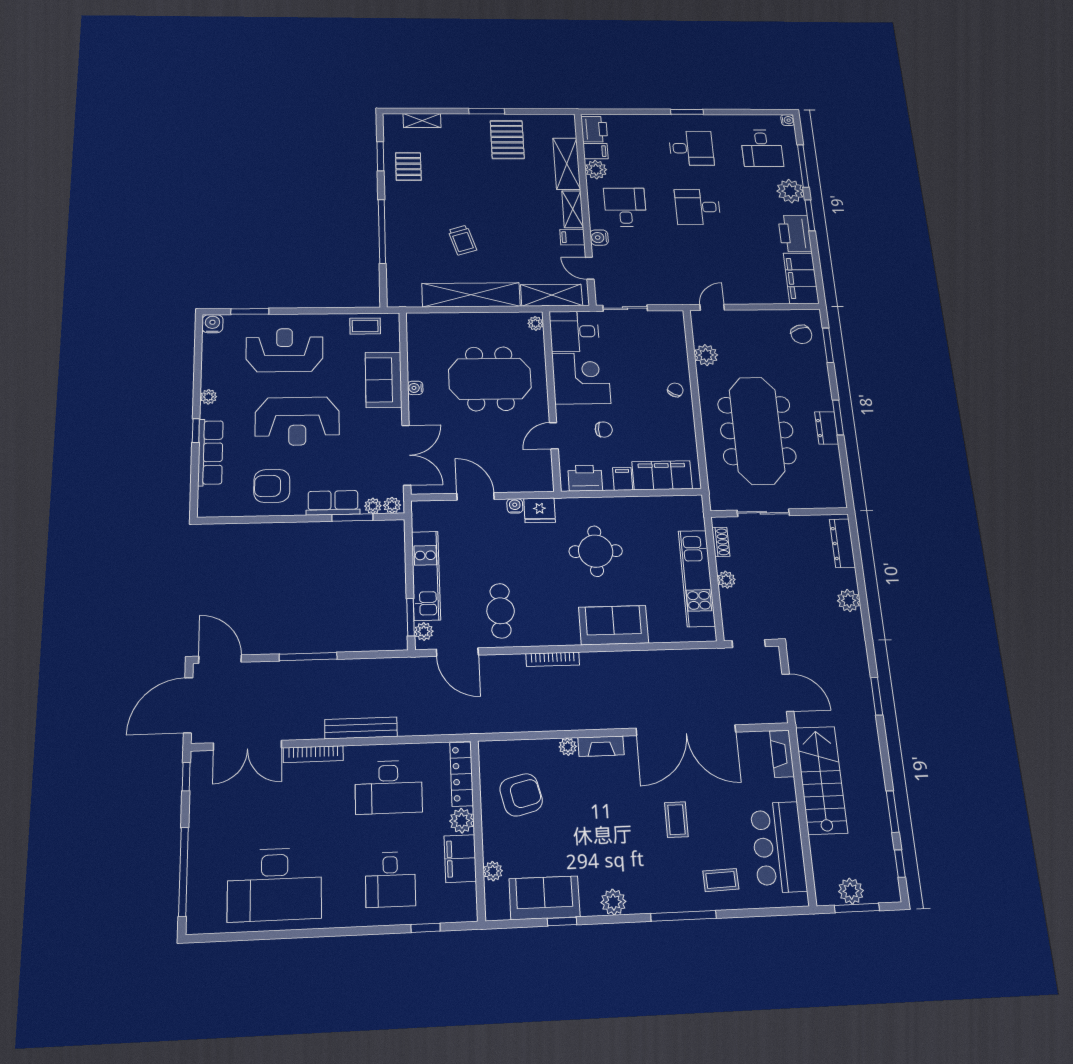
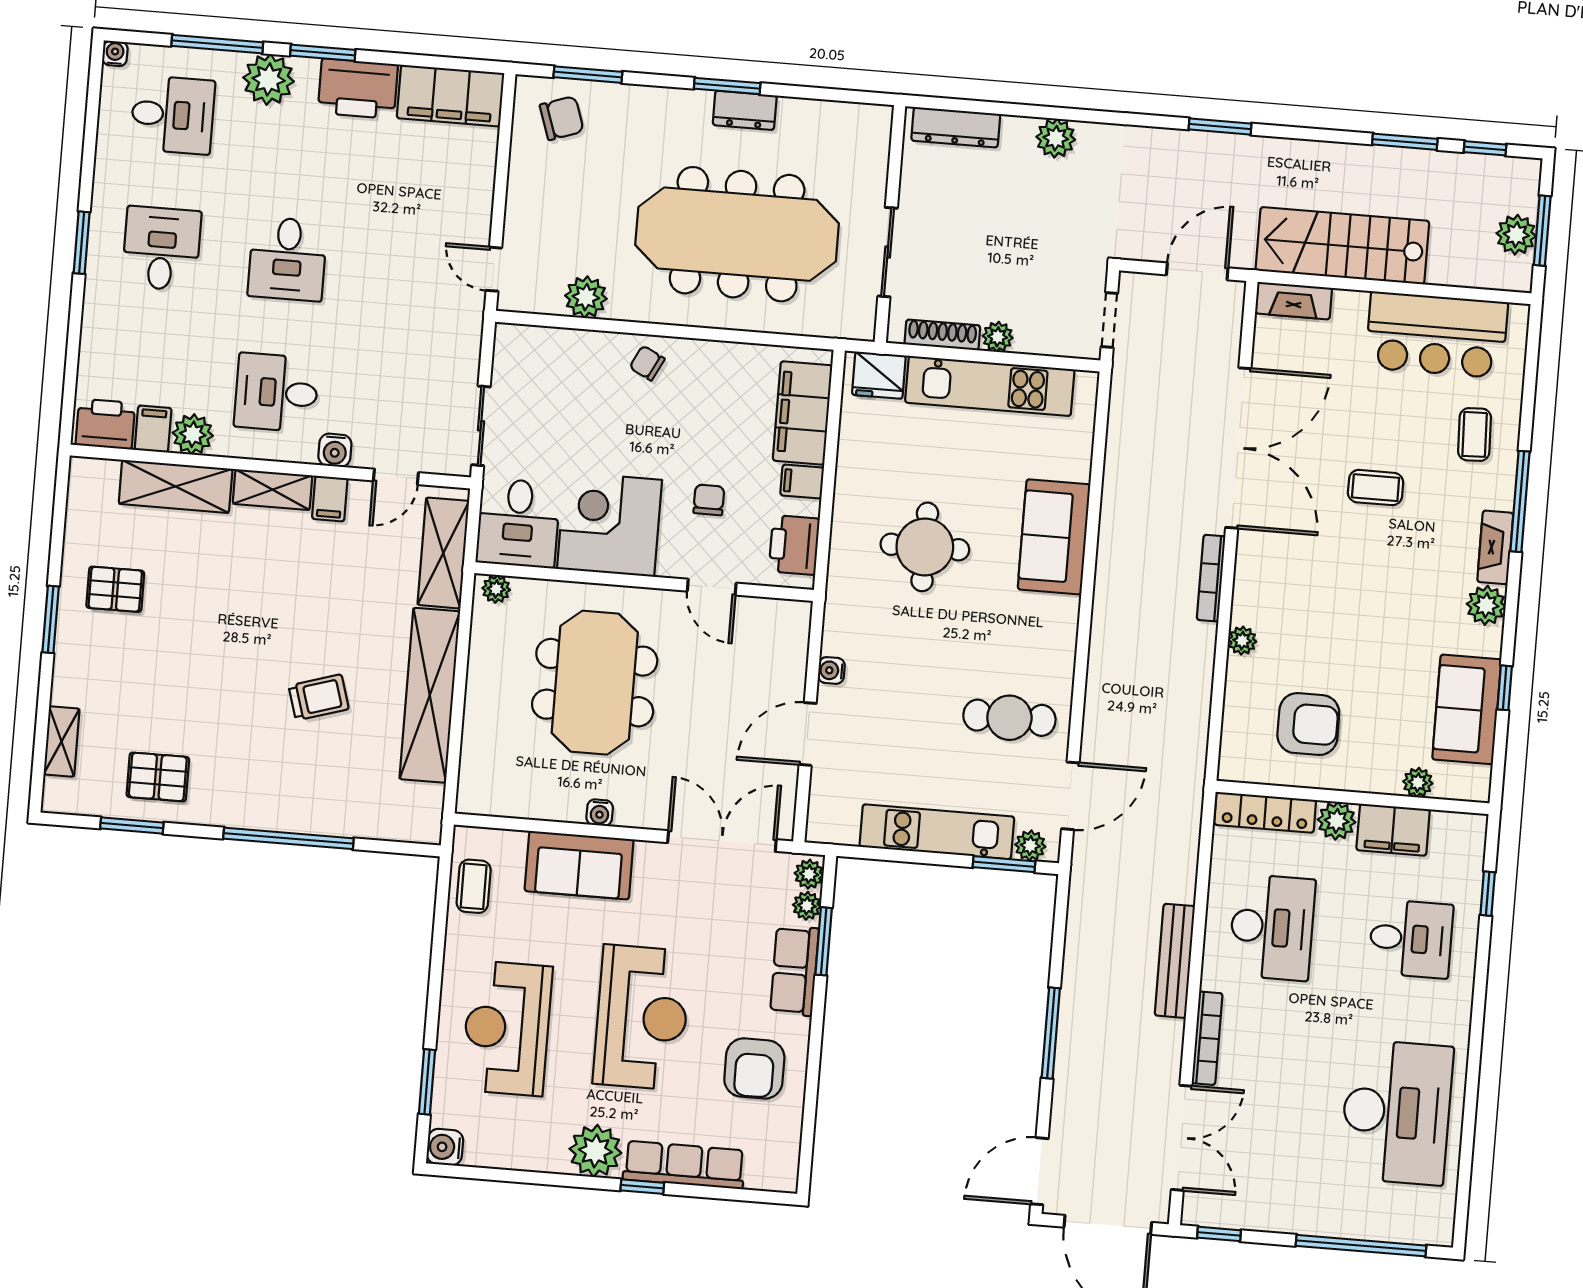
pallet: (507, 140) -> (115, 589), width x0.67, depth x0.71
plant: (208, 397) -> (595, 1151), width x1.88, depth x1.88
fridge: (540, 510) -> (879, 375), moved, turned 90
shoe rack: (721, 542) -> (942, 335), width x1.43
bookcase: (553, 659) -> (1211, 578), moved, turned 180
fireplace: (601, 746) -> (1495, 547), moved, turned 180
armchair: (521, 795) -> (1308, 724), turned 104

